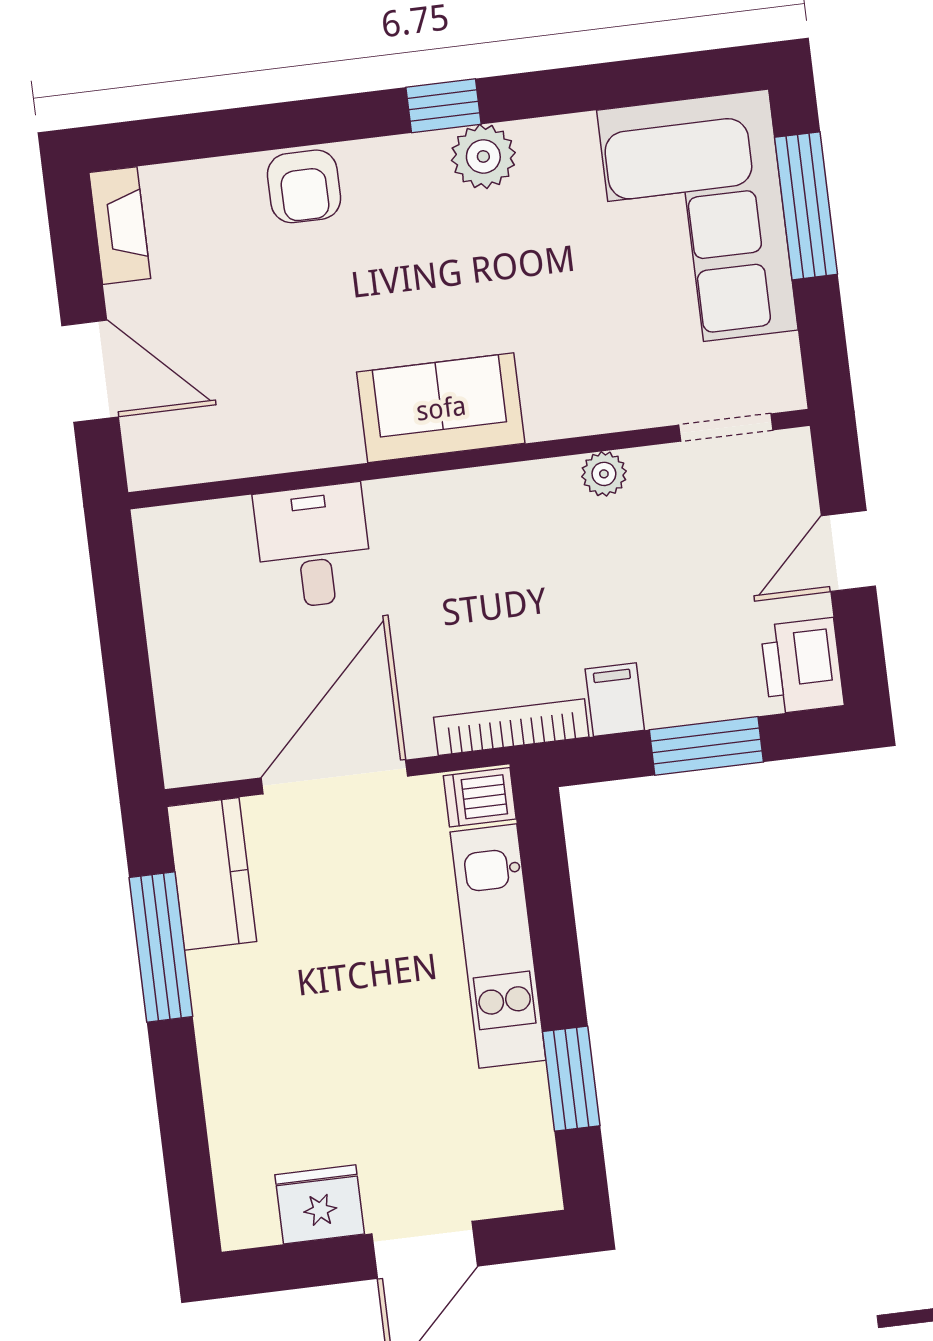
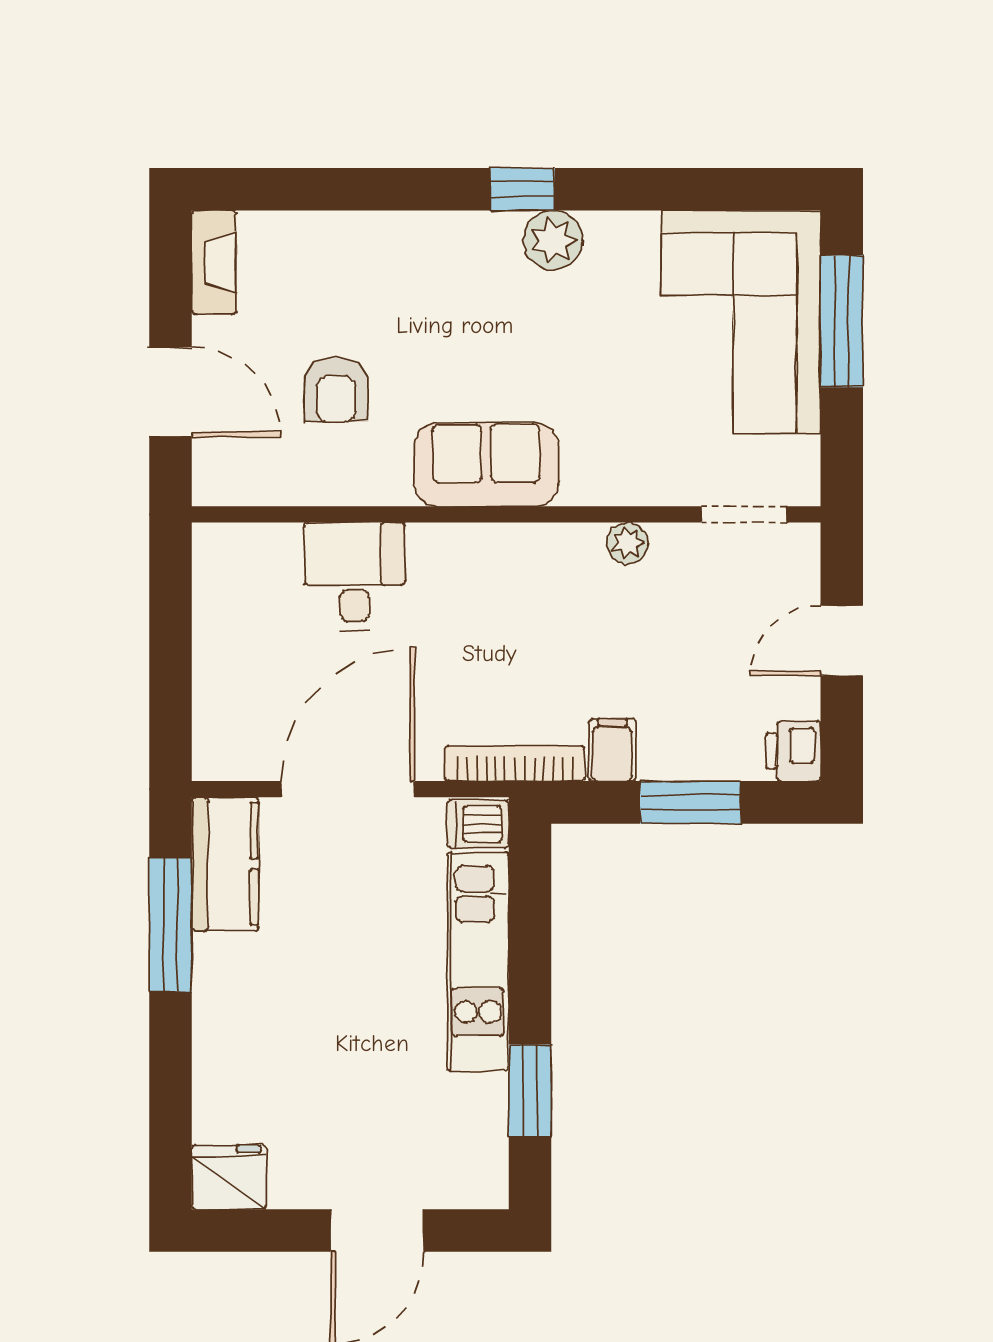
armchair: (304, 186) -> (336, 390), moved
printer: (802, 666) -> (793, 751), width x0.73, depth x0.81
fridge: (320, 1204) -> (229, 1177), moved

